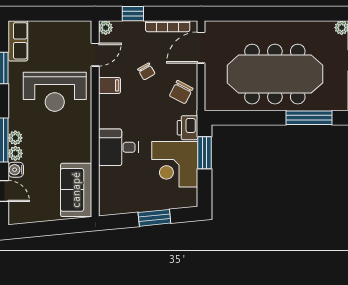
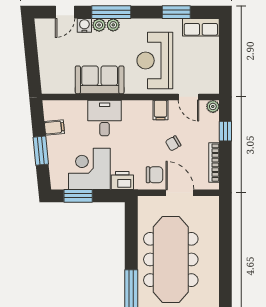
door: (201, 48) -> (180, 193), moved
chair: (181, 92) -> (154, 175), turned 153
window: (204, 153) -> (78, 196), moved
sofa: (76, 190) -> (100, 80), moved
filing cabinet: (129, 203) -> (54, 127), added

